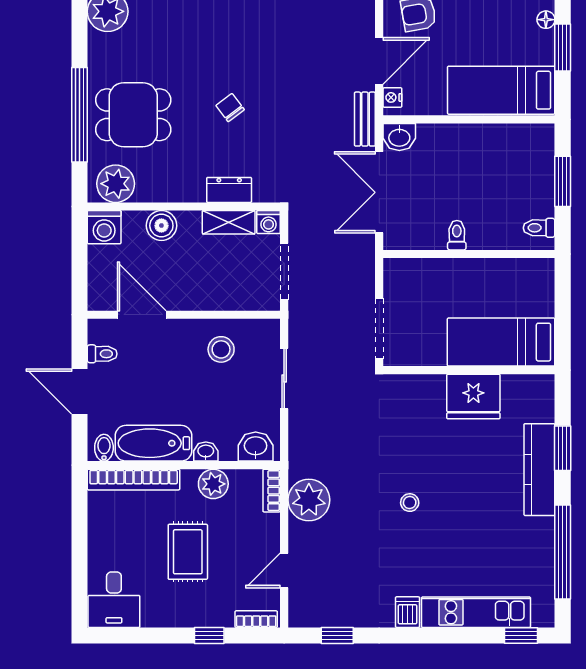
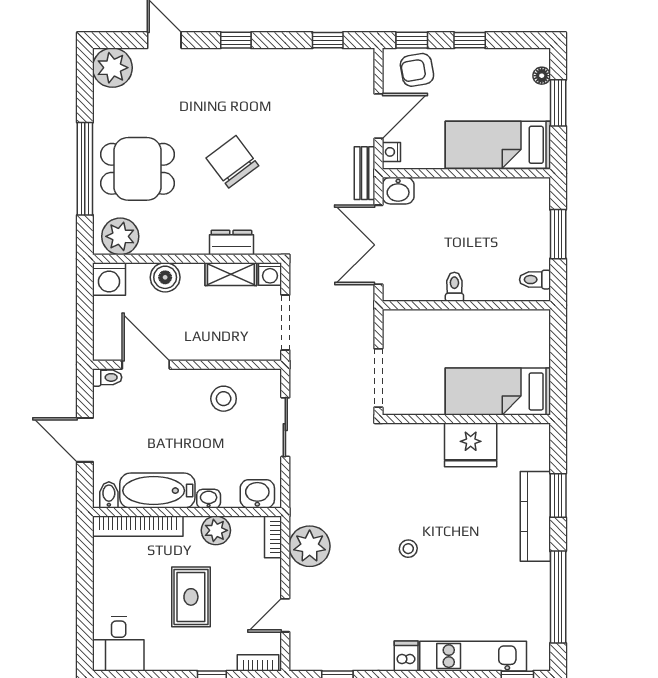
chair: (230, 108) -> (232, 162), width x1.87, depth x1.87
toilet: (102, 354) -> (107, 377), moved

